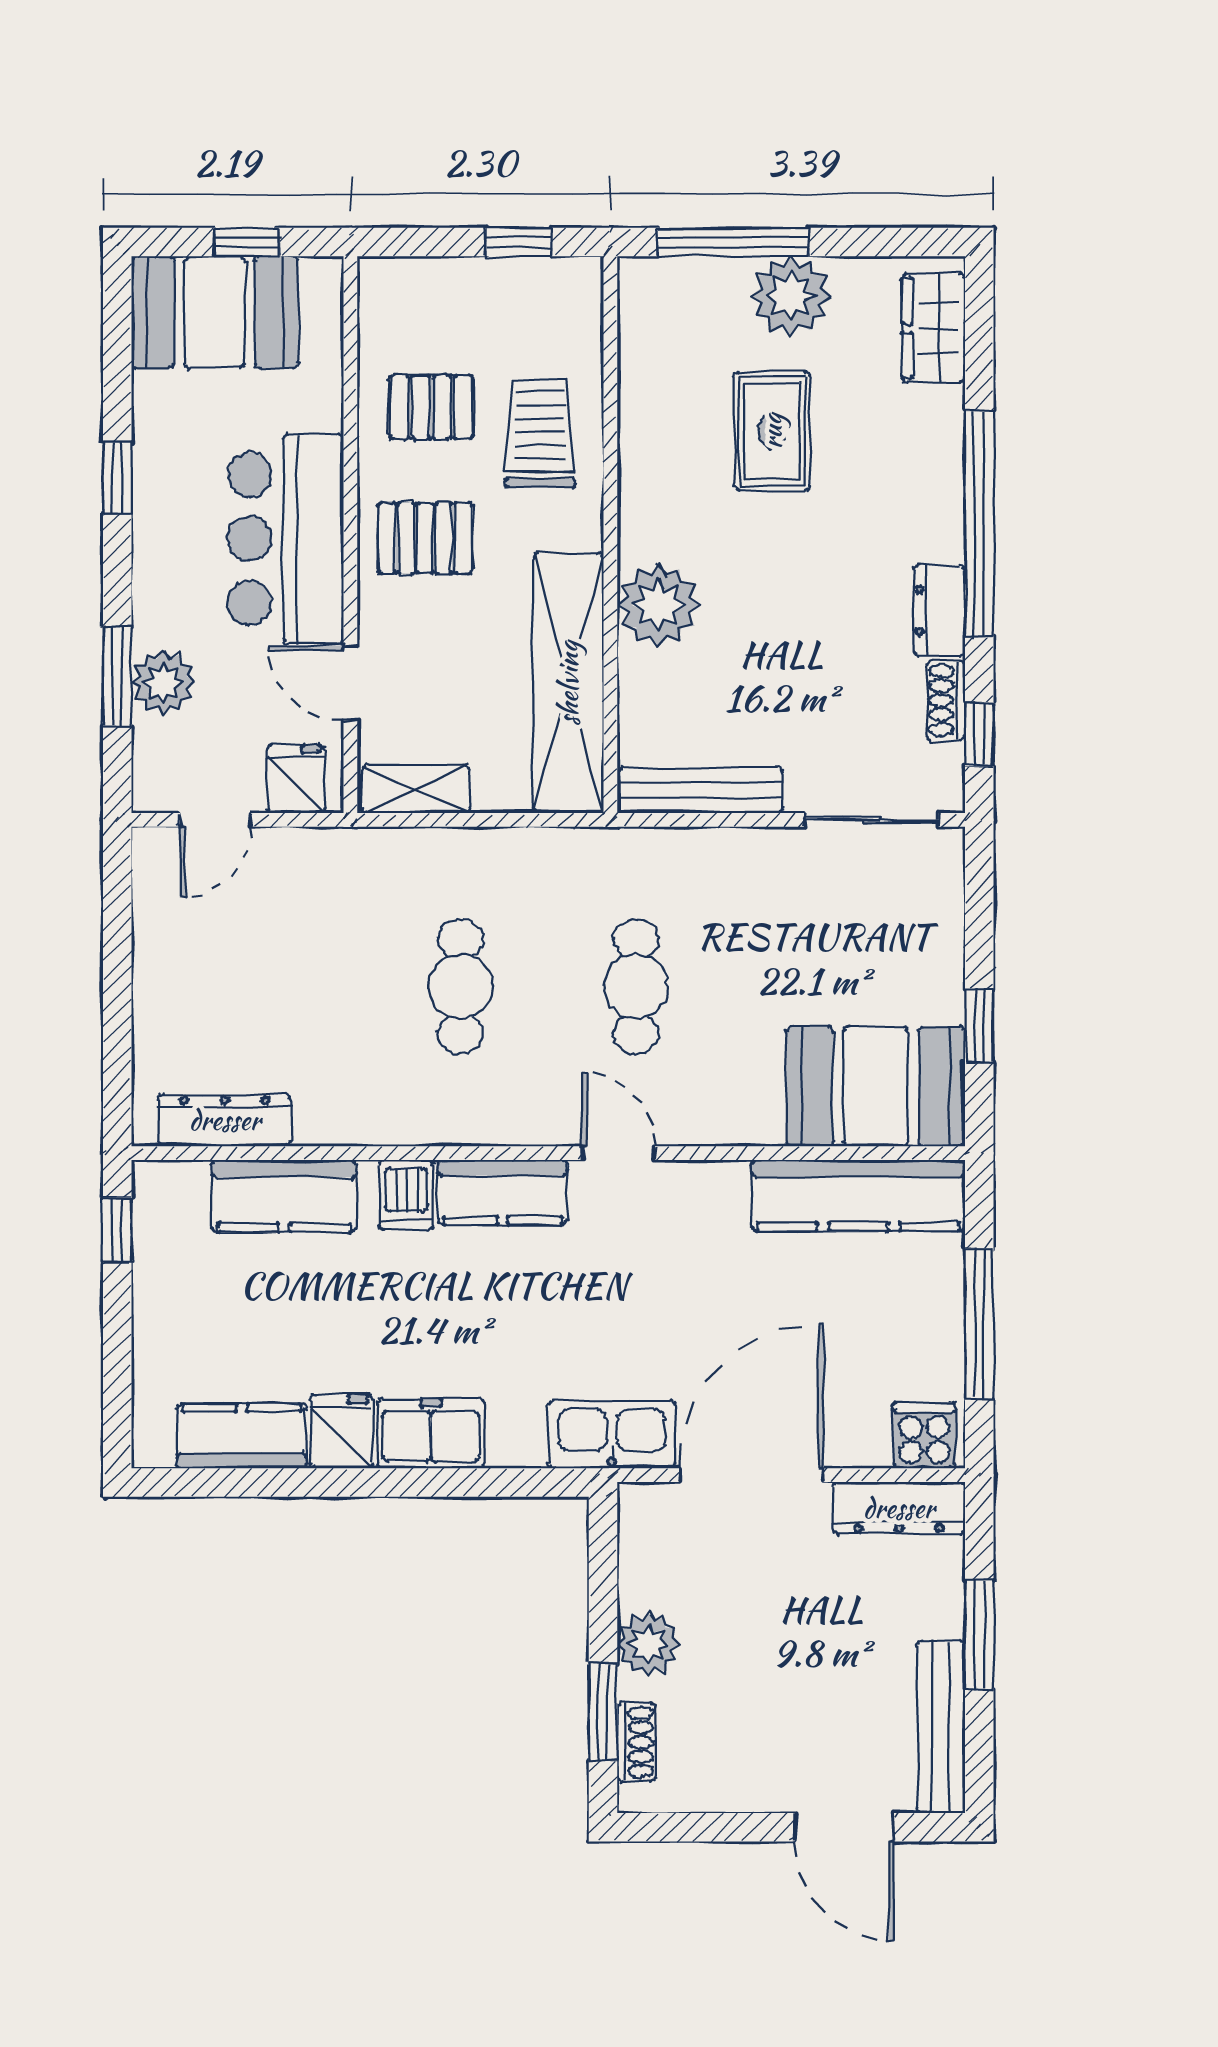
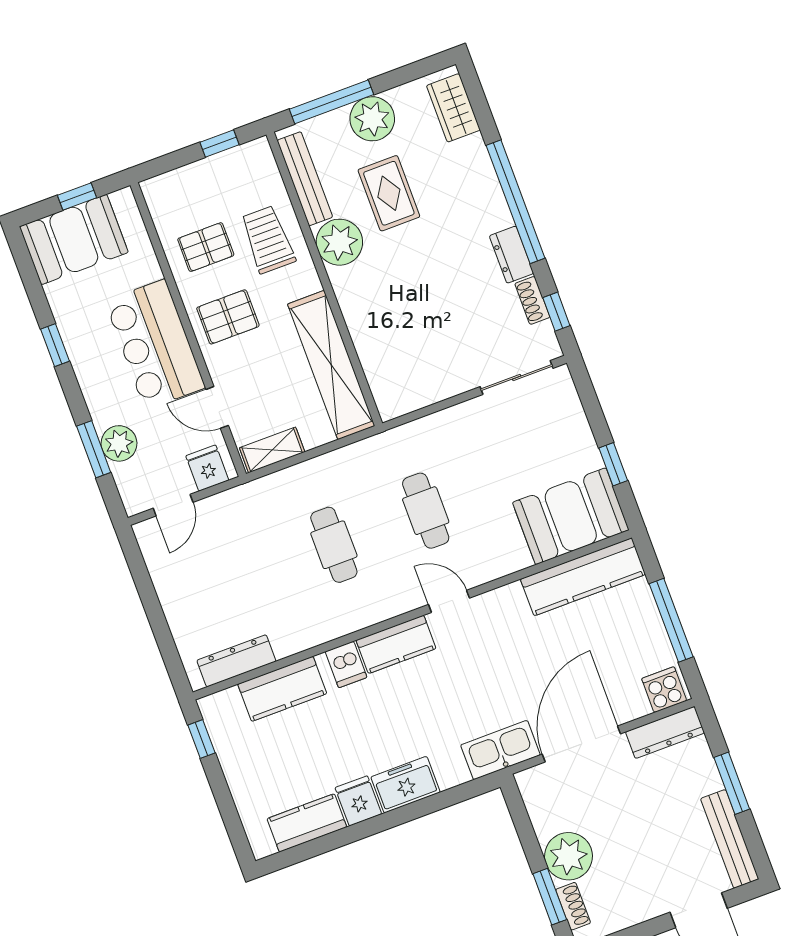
plant: (659, 605) -> (339, 242), moved
bench: (700, 790) -> (305, 179), moved, turned 90
plant: (648, 1644) -> (569, 856), width x1.36, depth x1.36

